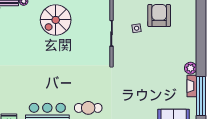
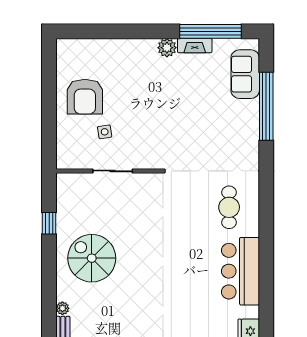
armchair: (159, 16) -> (85, 97), turned -90
spiral stairs: (56, 20) -> (92, 258), turned 180

